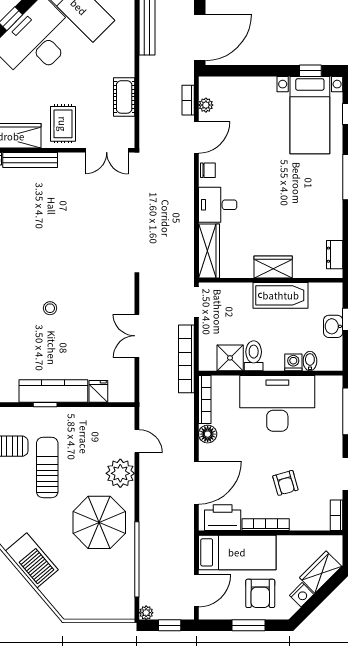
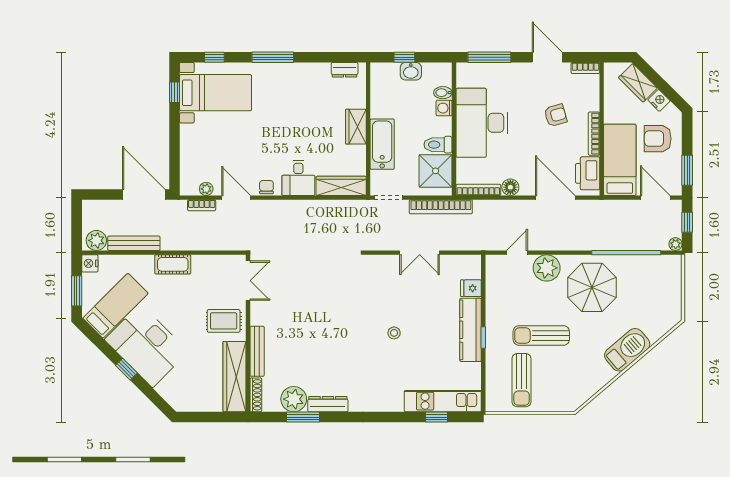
cot: (124, 97) -> (173, 264), moved
bathtub: (281, 295) -> (382, 144), moved
shower: (230, 358) -> (436, 171), width x1.36, depth x1.36
armchair: (260, 593) -> (658, 139), turned 180
window: (249, 625) -> (687, 170), moved

